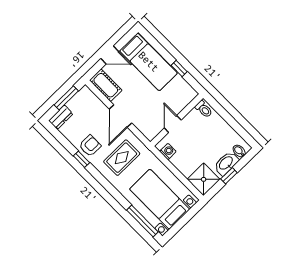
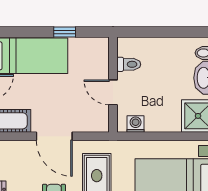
toilet: (204, 109) -> (129, 64), moved

